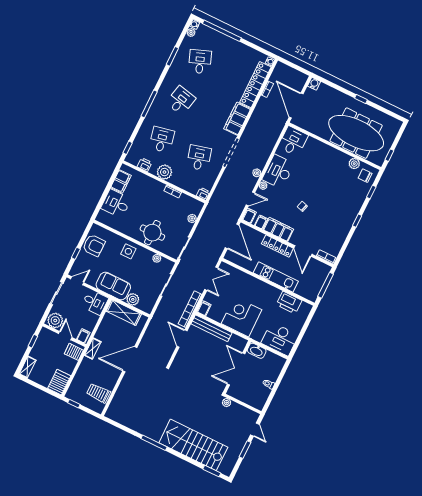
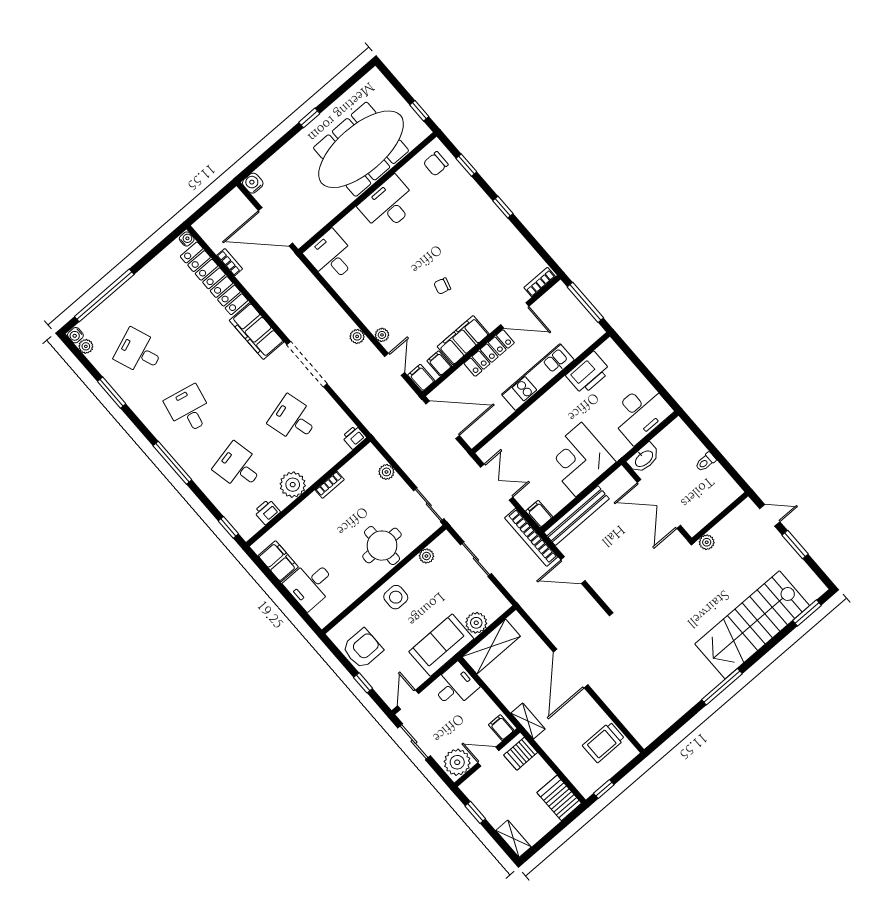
plant: (354, 164) -> (409, 173), removed
desk: (278, 172) -> (388, 205), moved, turned 90

